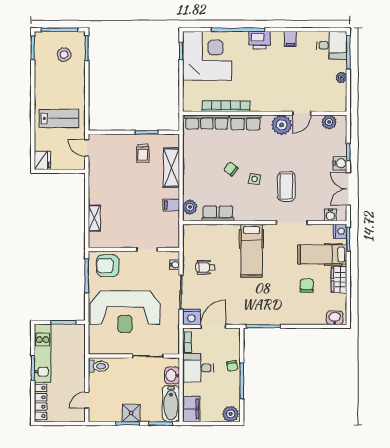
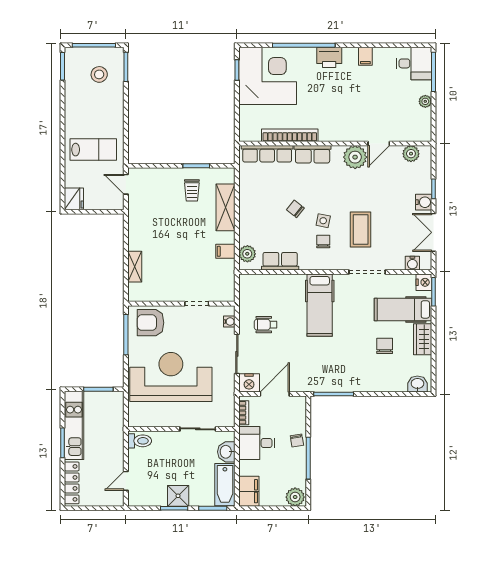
chair: (255, 197) -> (323, 242), added
reception desk: (125, 312) -> (171, 377), turned 180

